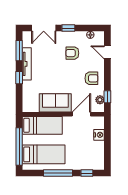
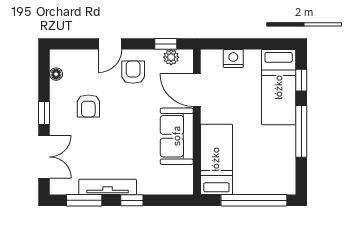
door: (107, 52) -> (110, 44), moved
bed: (44, 154) -> (279, 87), moved, turned 180

